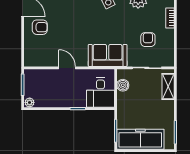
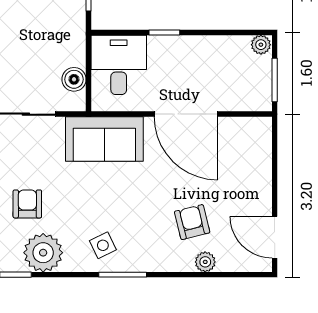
armchair: (40, 27) -> (192, 222), moved, turned 76
armchair: (148, 40) -> (27, 204), moved, turned 180
door: (67, 68) -> (186, 114), width x1.88

